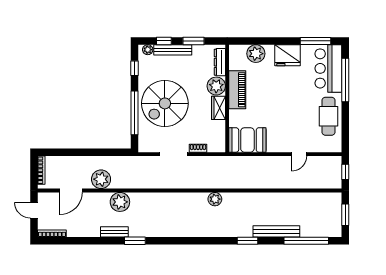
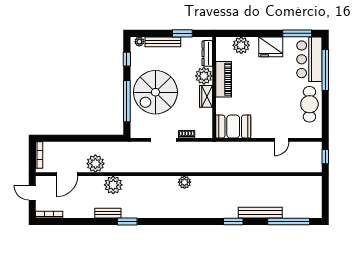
window: (164, 41) -> (155, 33), removed
plant: (215, 199) -> (184, 182), moved
window: (345, 215) -> (325, 197), removed

